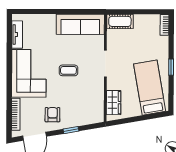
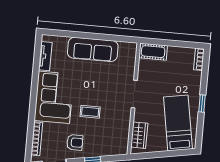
sofa: (80, 24) -> (93, 49), moved
coffee table: (68, 70) -> (90, 112), moved
armchair: (52, 115) -> (75, 142), turned 90

